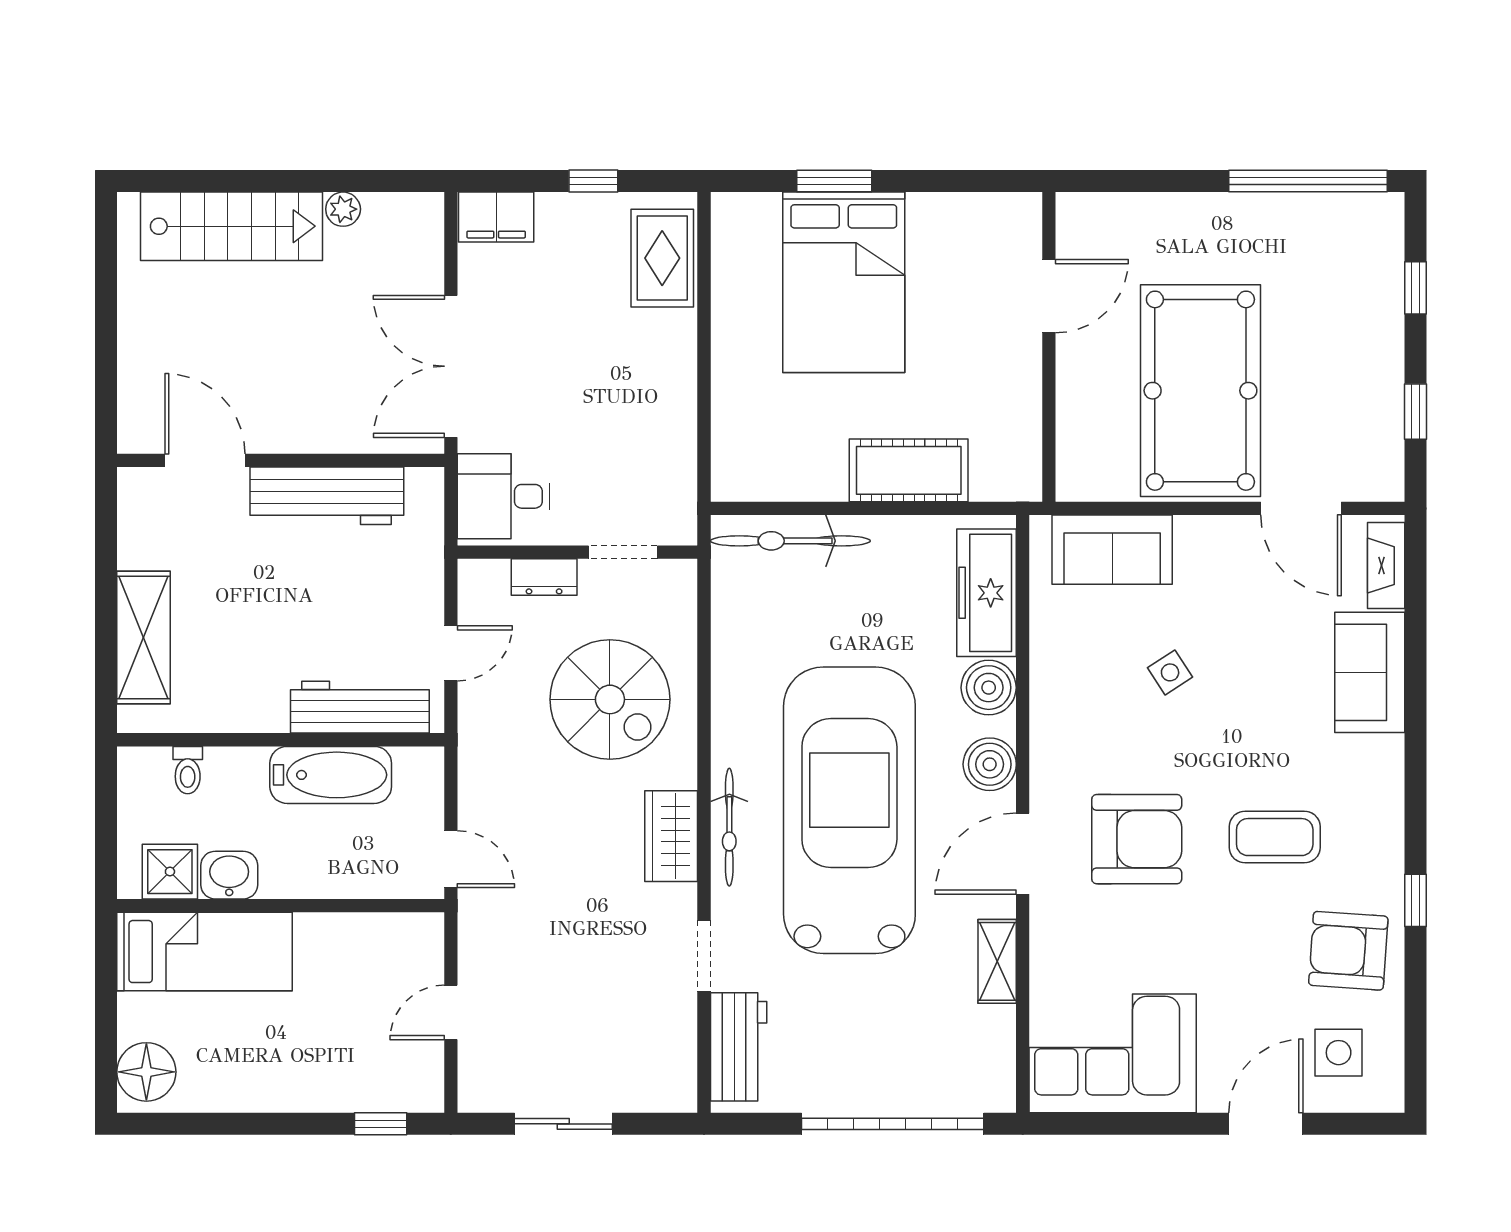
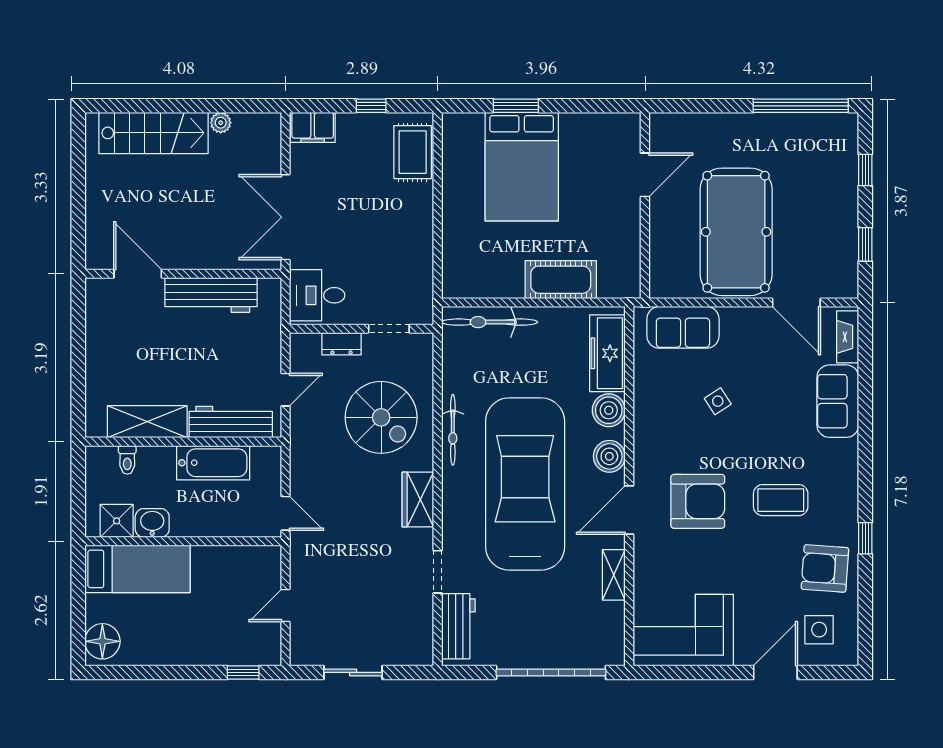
shelving: (144, 638) -> (147, 422), moved, turned 90
bicycle: (729, 827) -> (453, 430), moved

